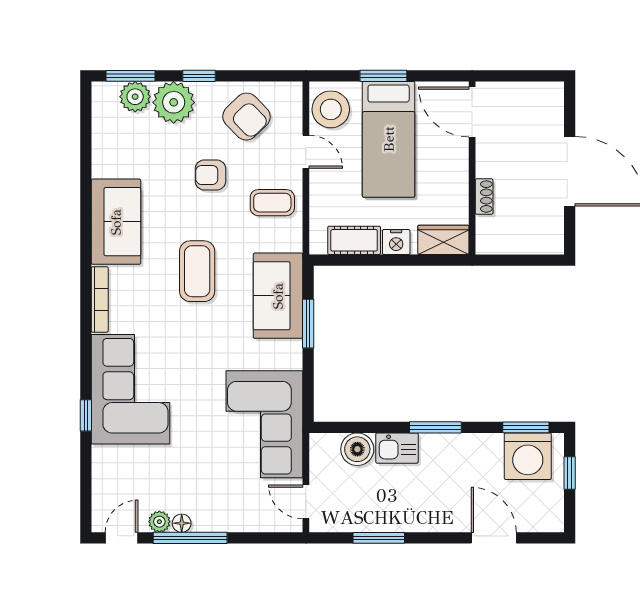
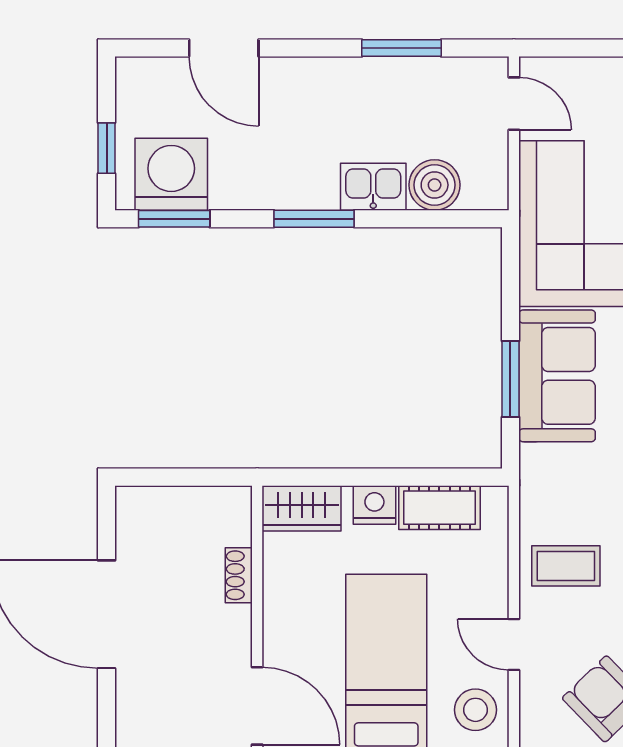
stool: (331, 109) -> (475, 710), width x0.73, depth x0.73
sofa: (278, 296) -> (557, 376), moved

